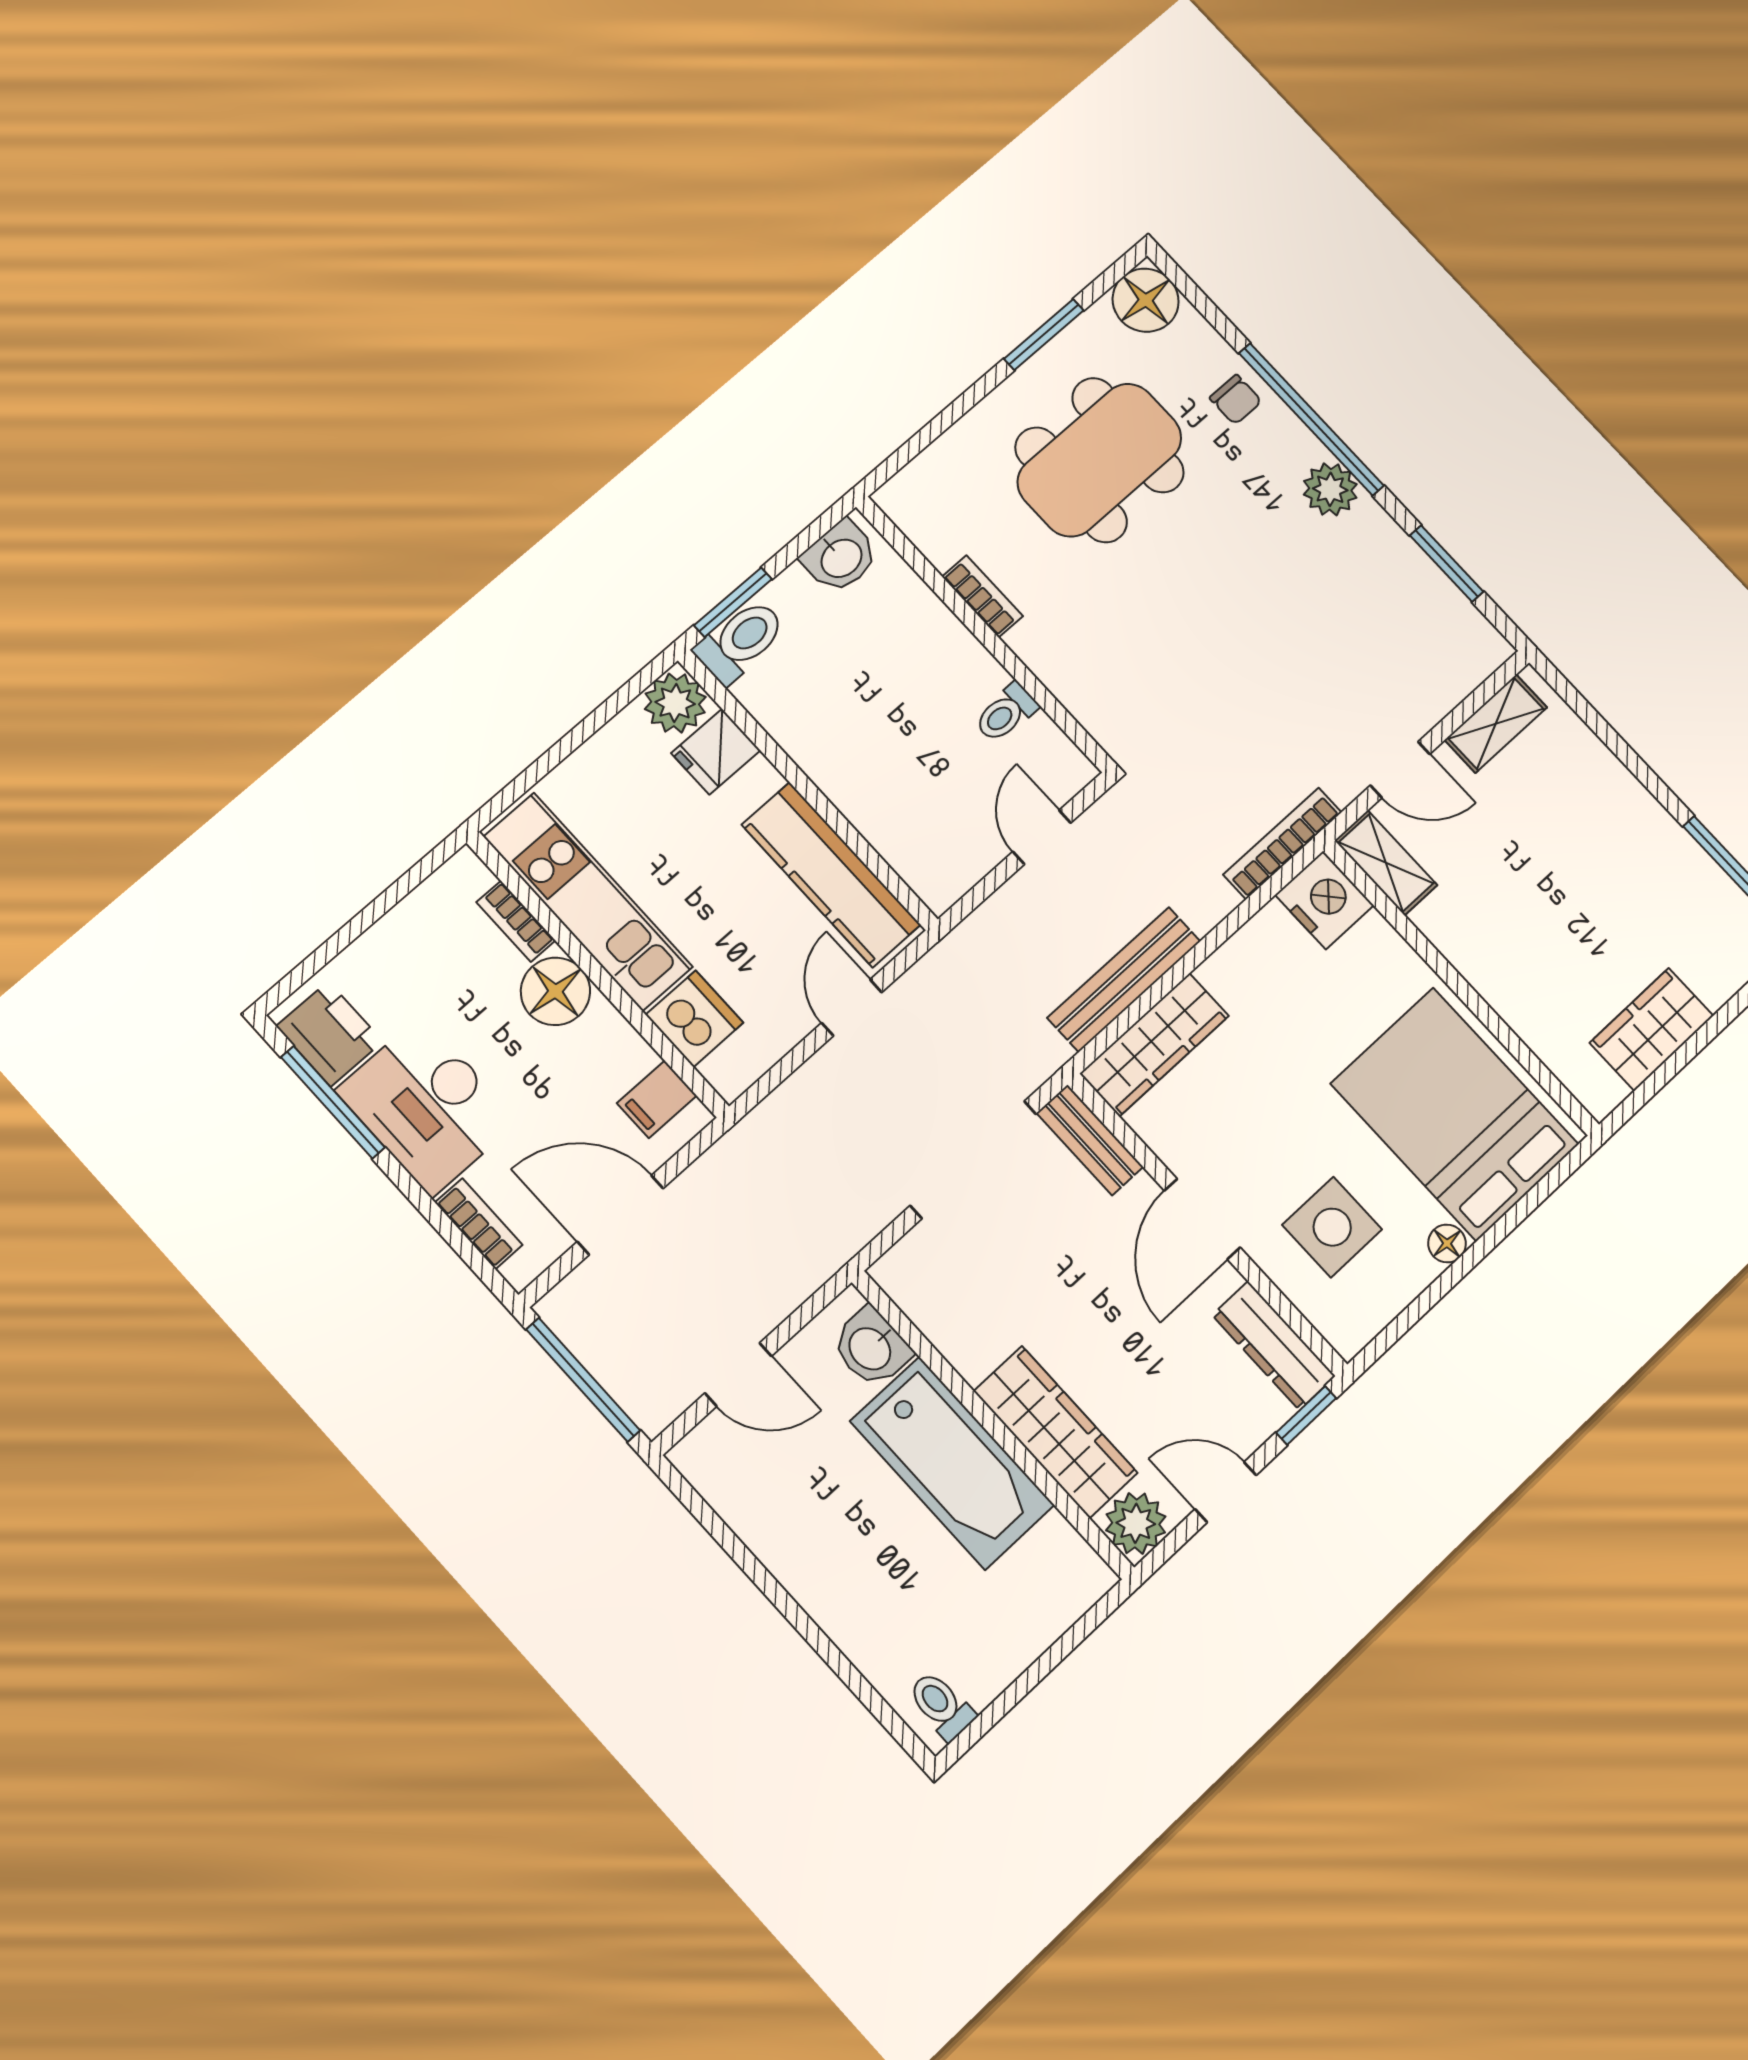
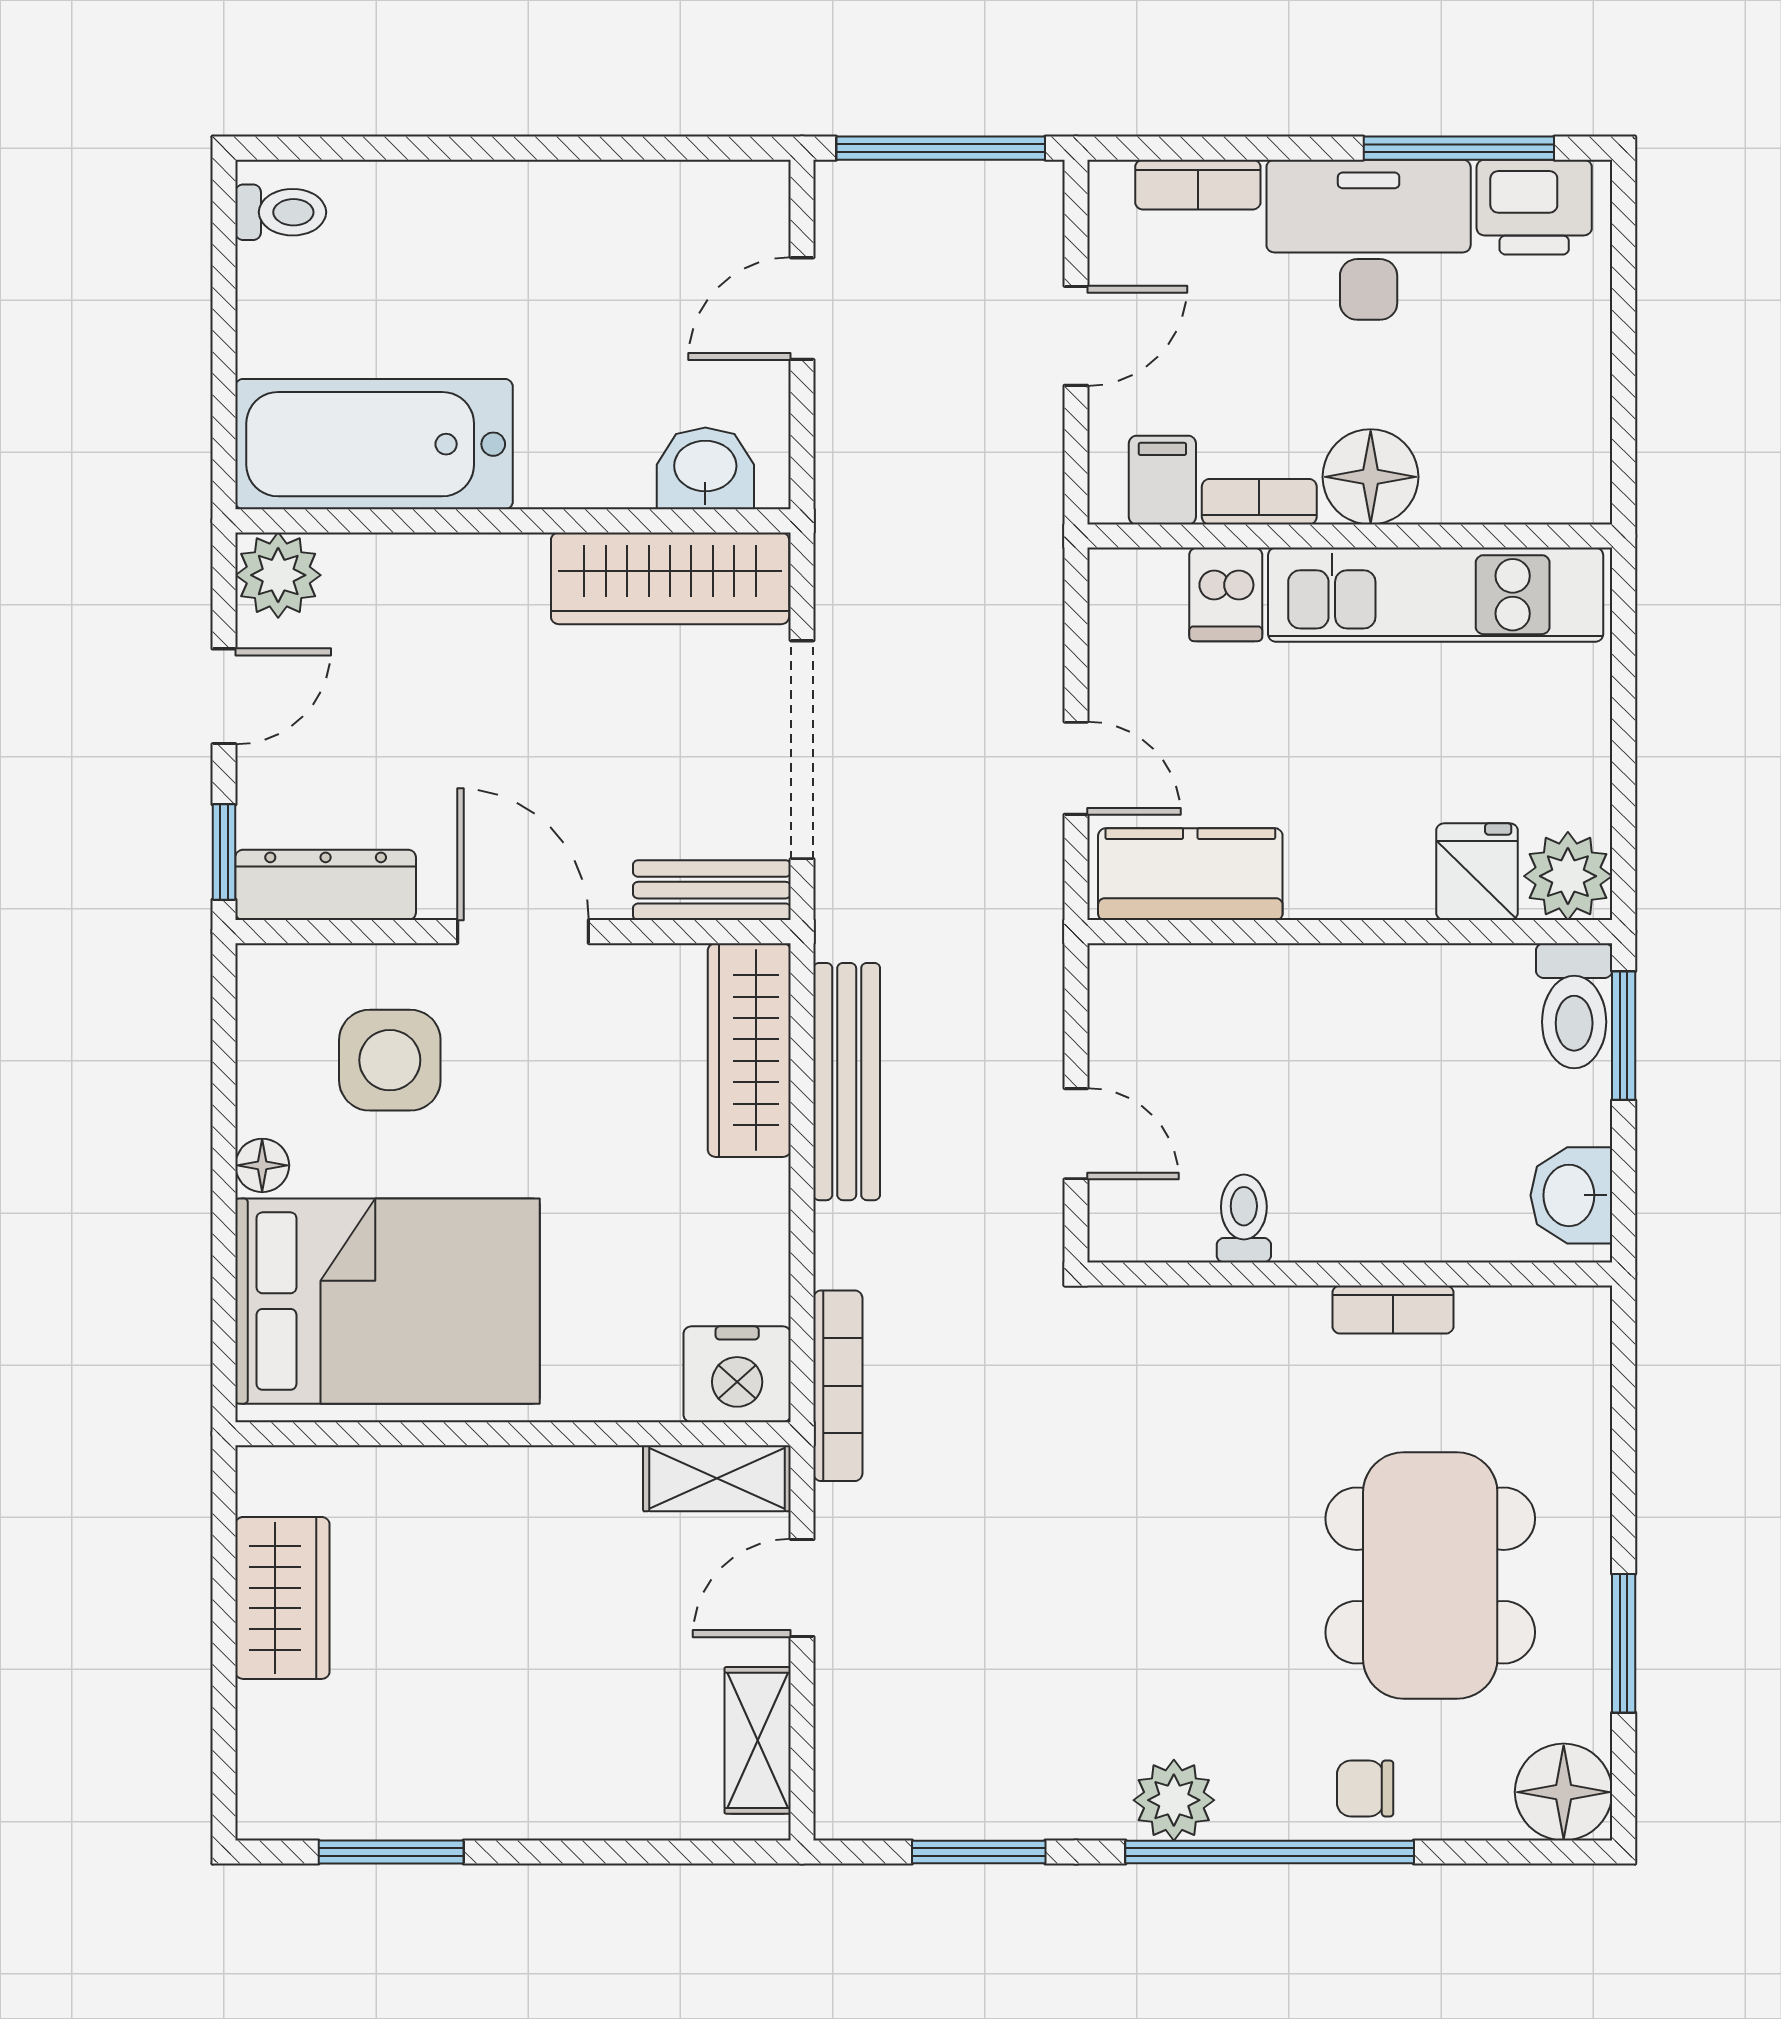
kitchen counter: (831, 875) -> (1190, 874), width x0.67
bookcase: (516, 921) -> (1259, 502), moved
dishwasher: (694, 1019) -> (1226, 594), width x0.73
door: (620, 1215) -> (1076, 336), width x0.73
wardrobe: (1055, 1432) -> (670, 578), moved
bathtub: (952, 1463) -> (374, 444), moved

